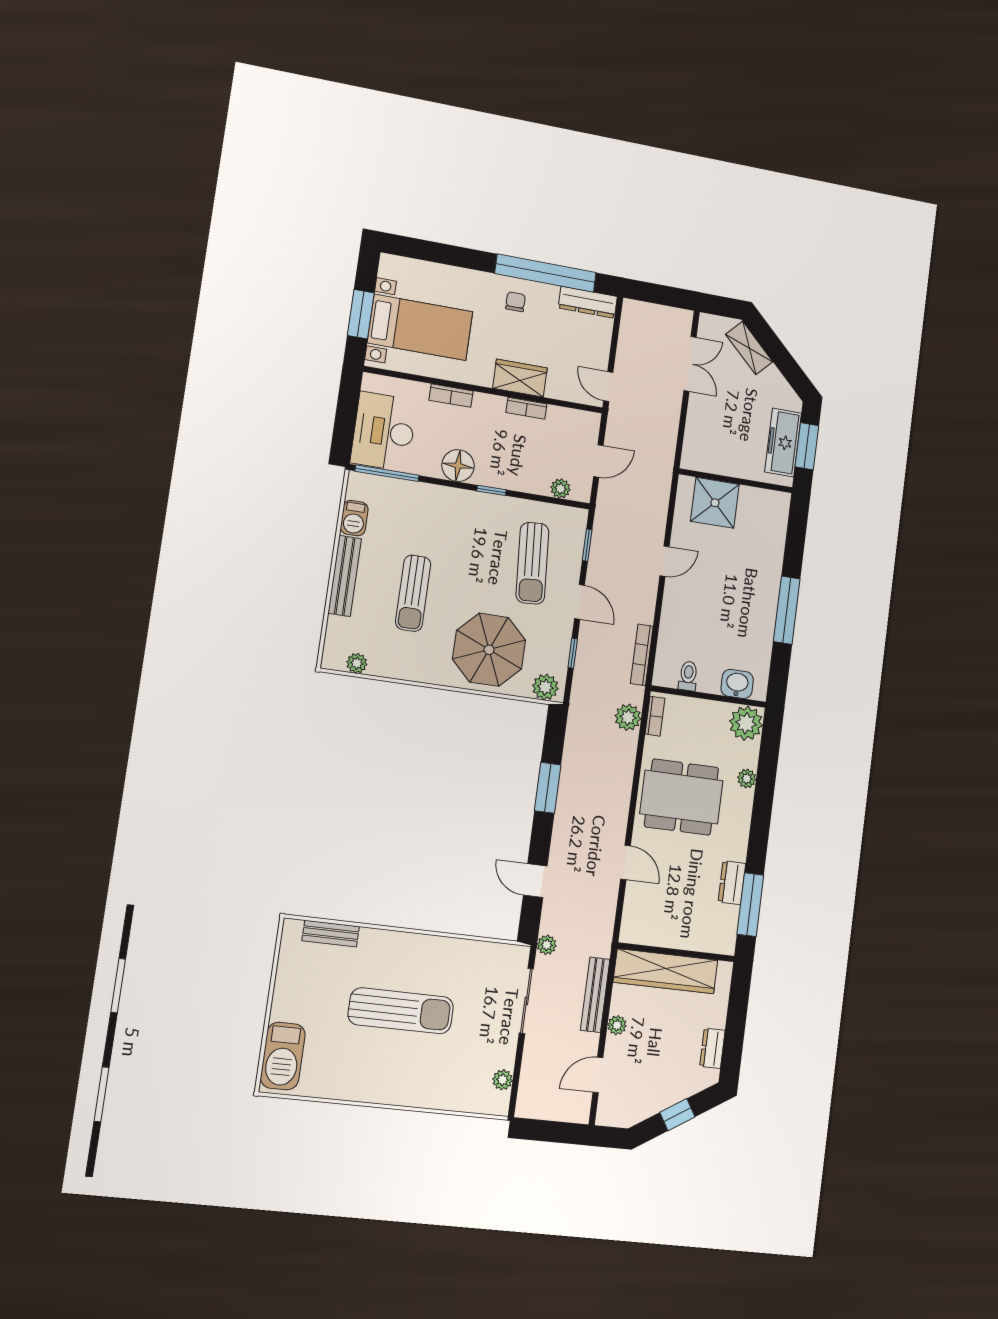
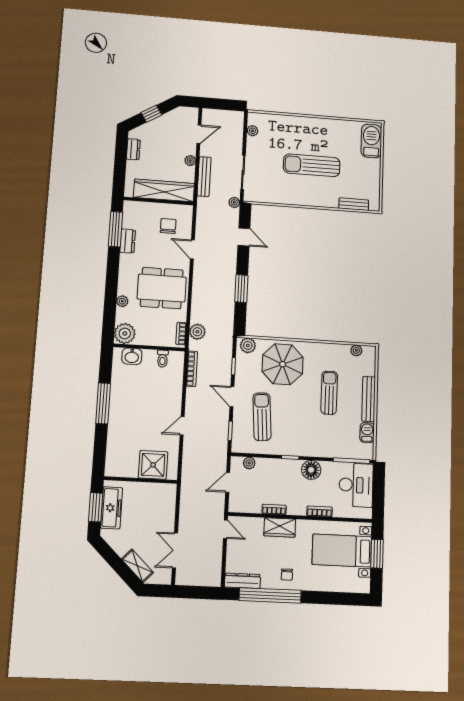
chair: (663, 906) -> (168, 226), added

